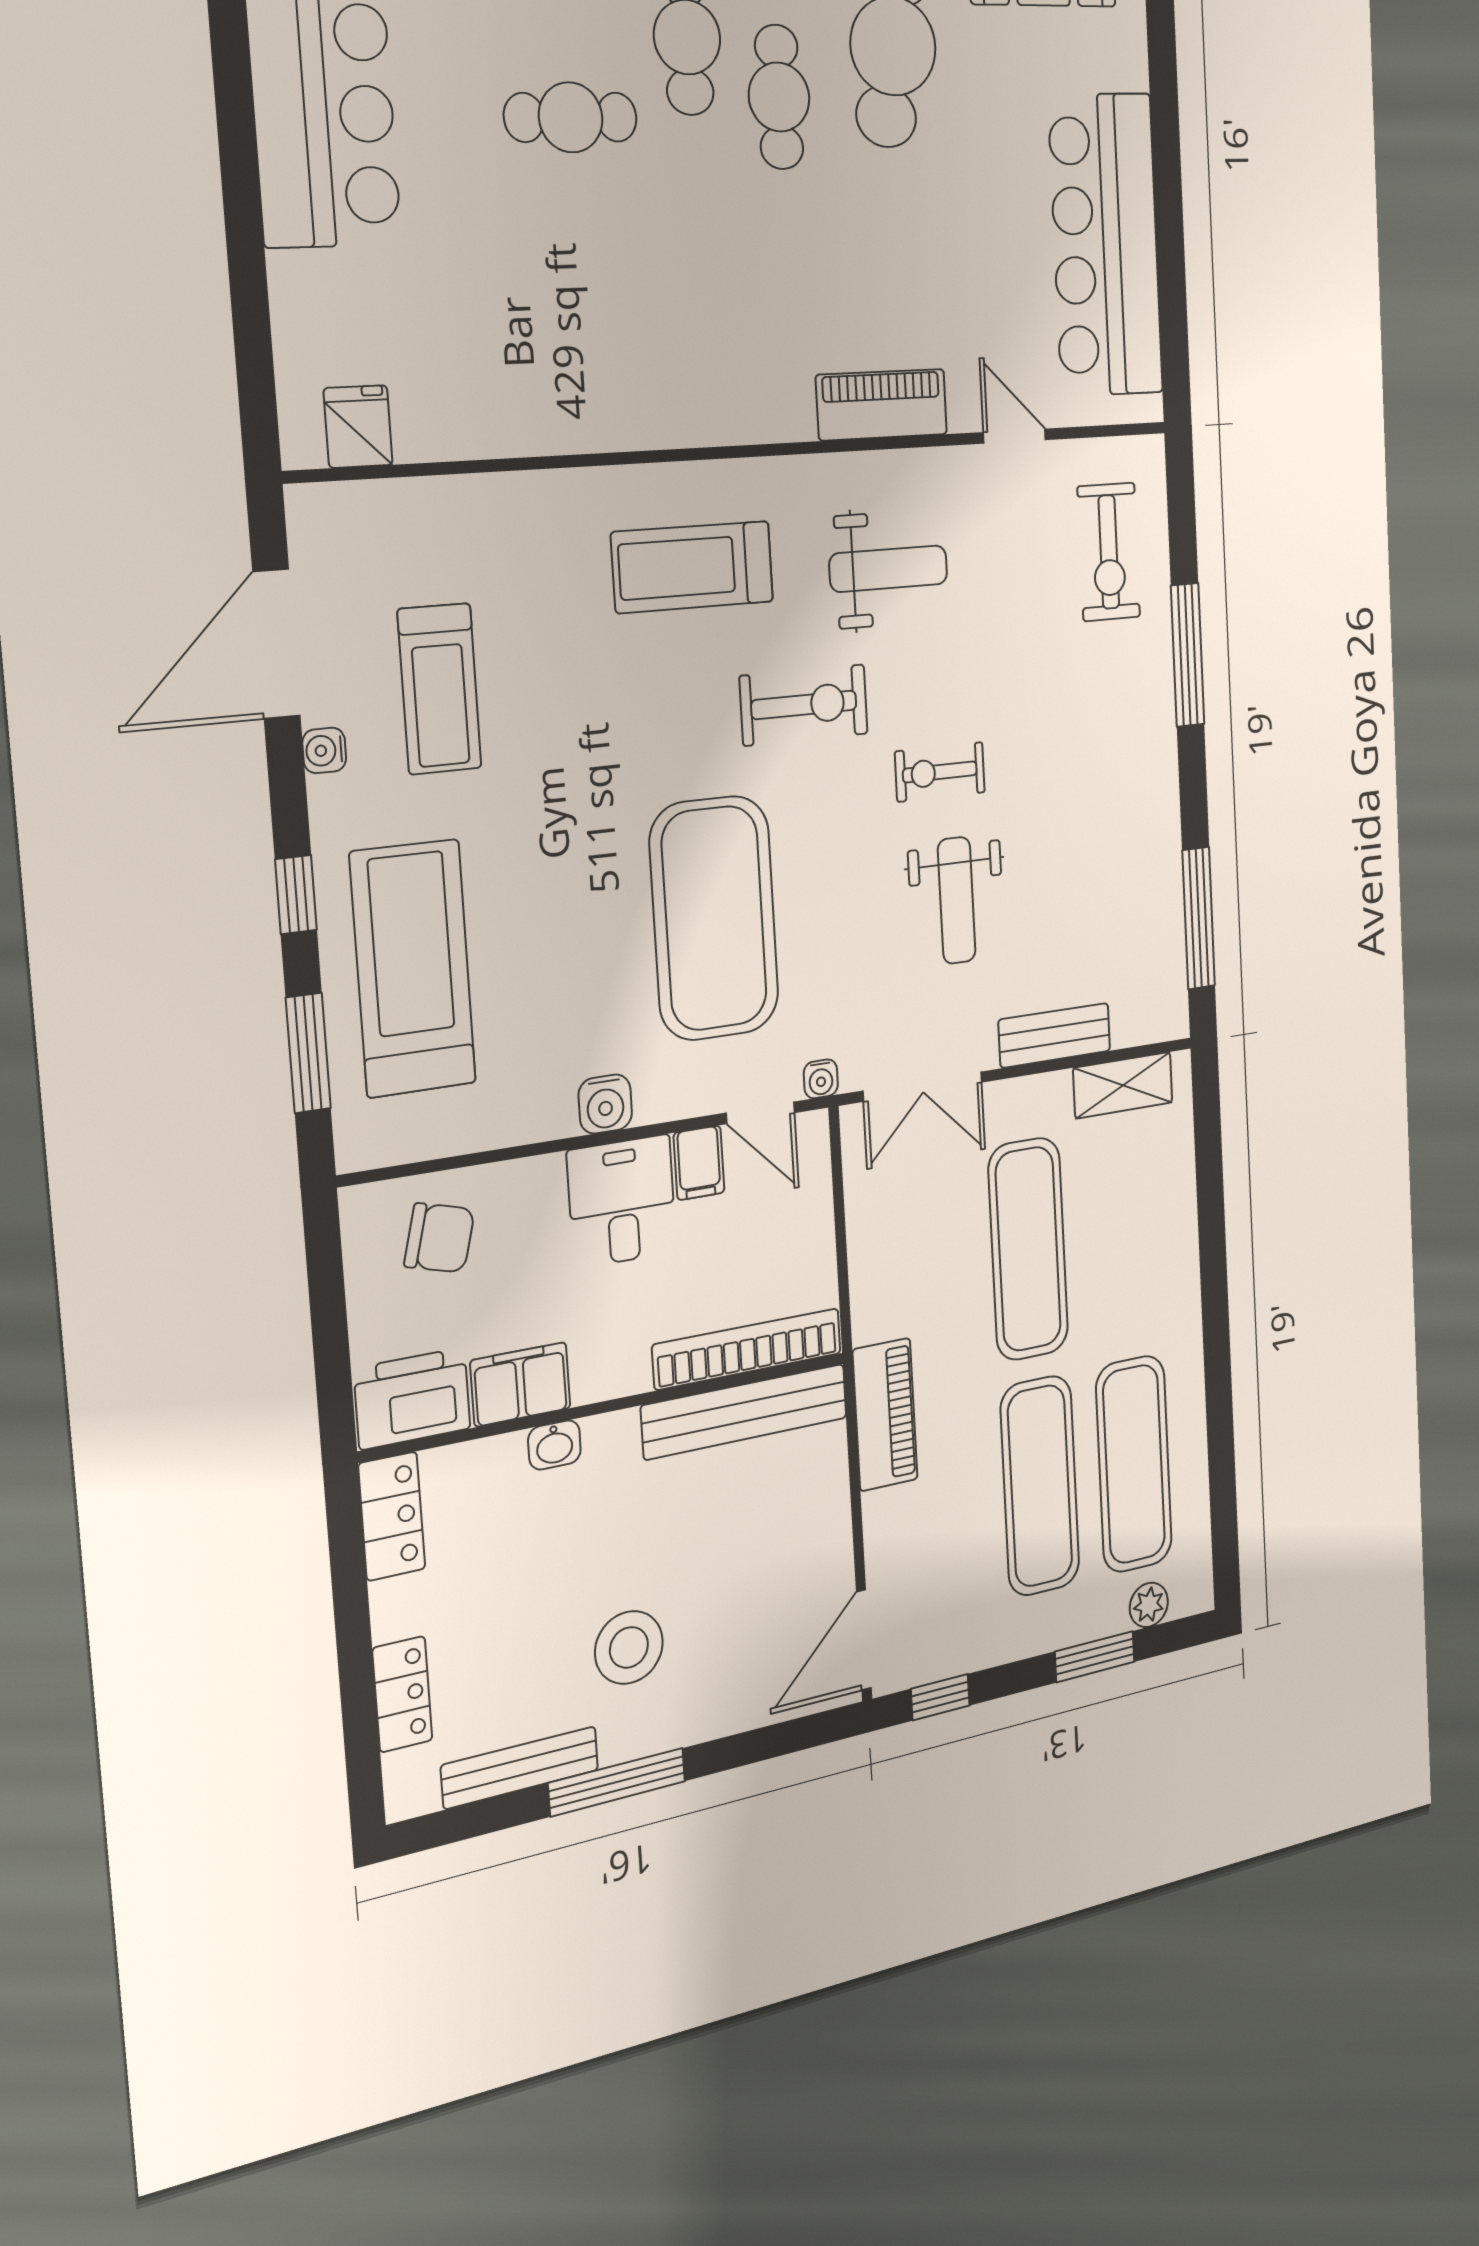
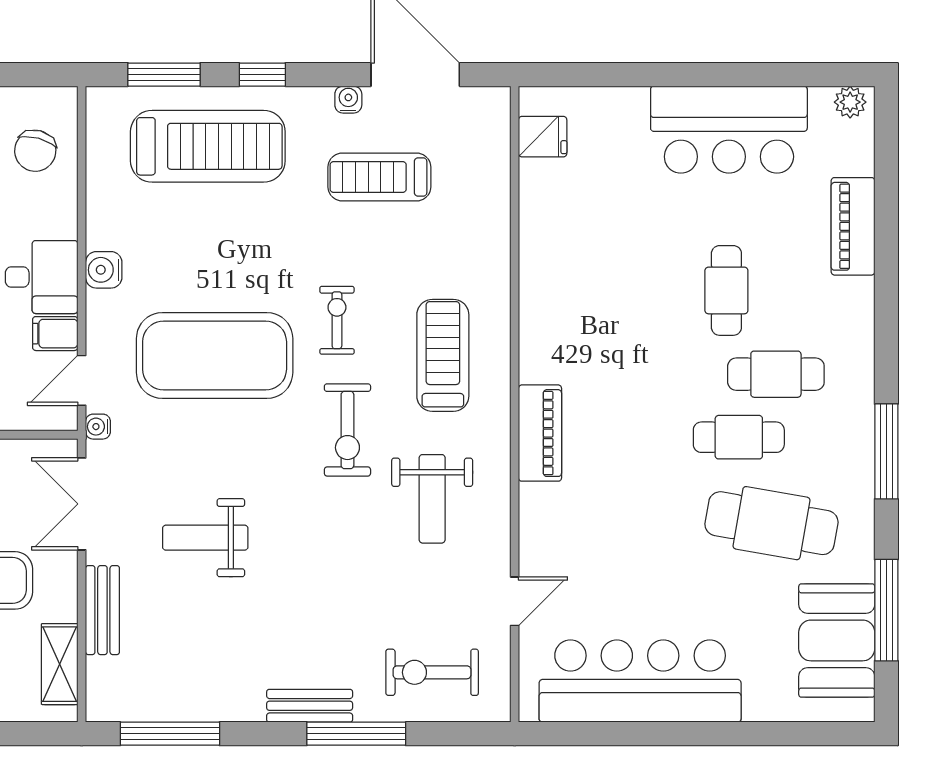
piano: (882, 405) -> (540, 433), moved
bench: (1157, 725) -> (310, 706), added
exercise bike: (940, 772) -> (337, 320), moved

